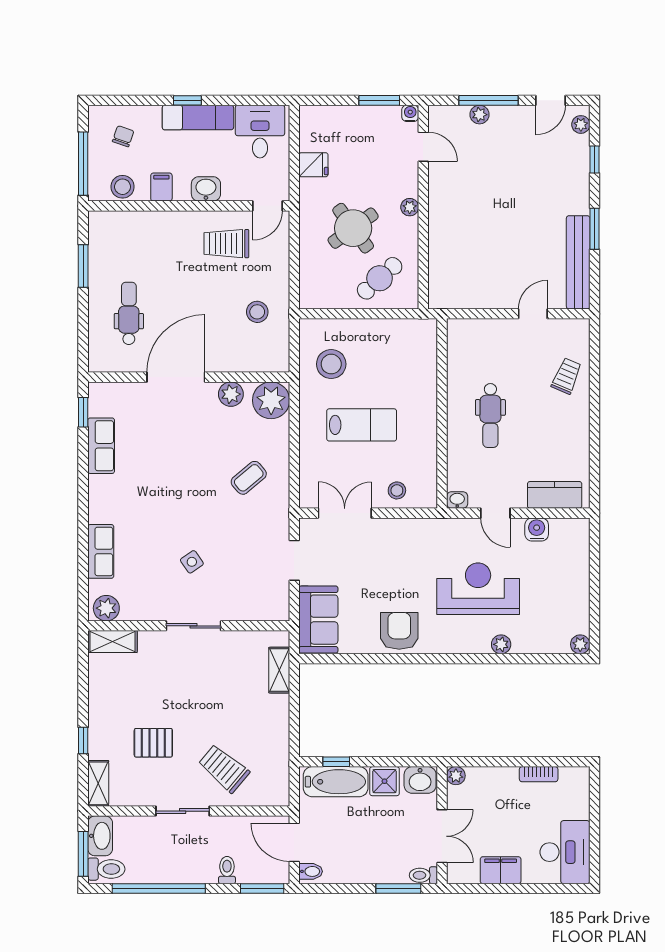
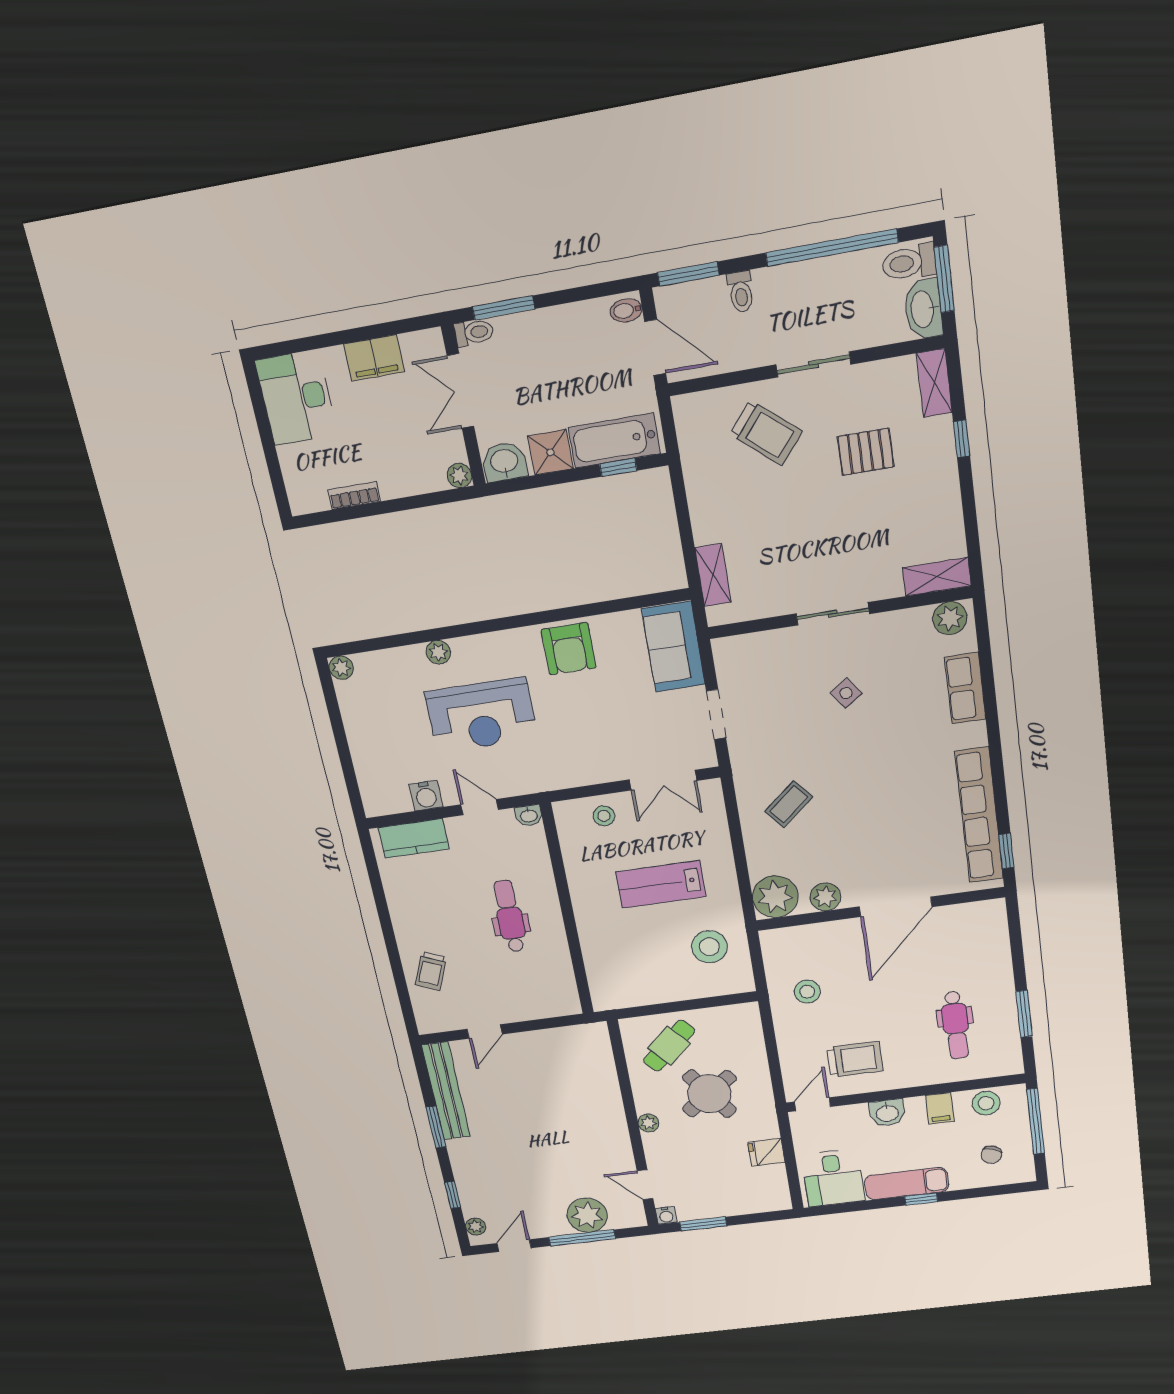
plant: (480, 115) -> (587, 1215), width x1.88, depth x1.88
dental chair: (129, 313) -> (956, 1025), moved
row of seats: (101, 446) -> (979, 815), width x2.02

